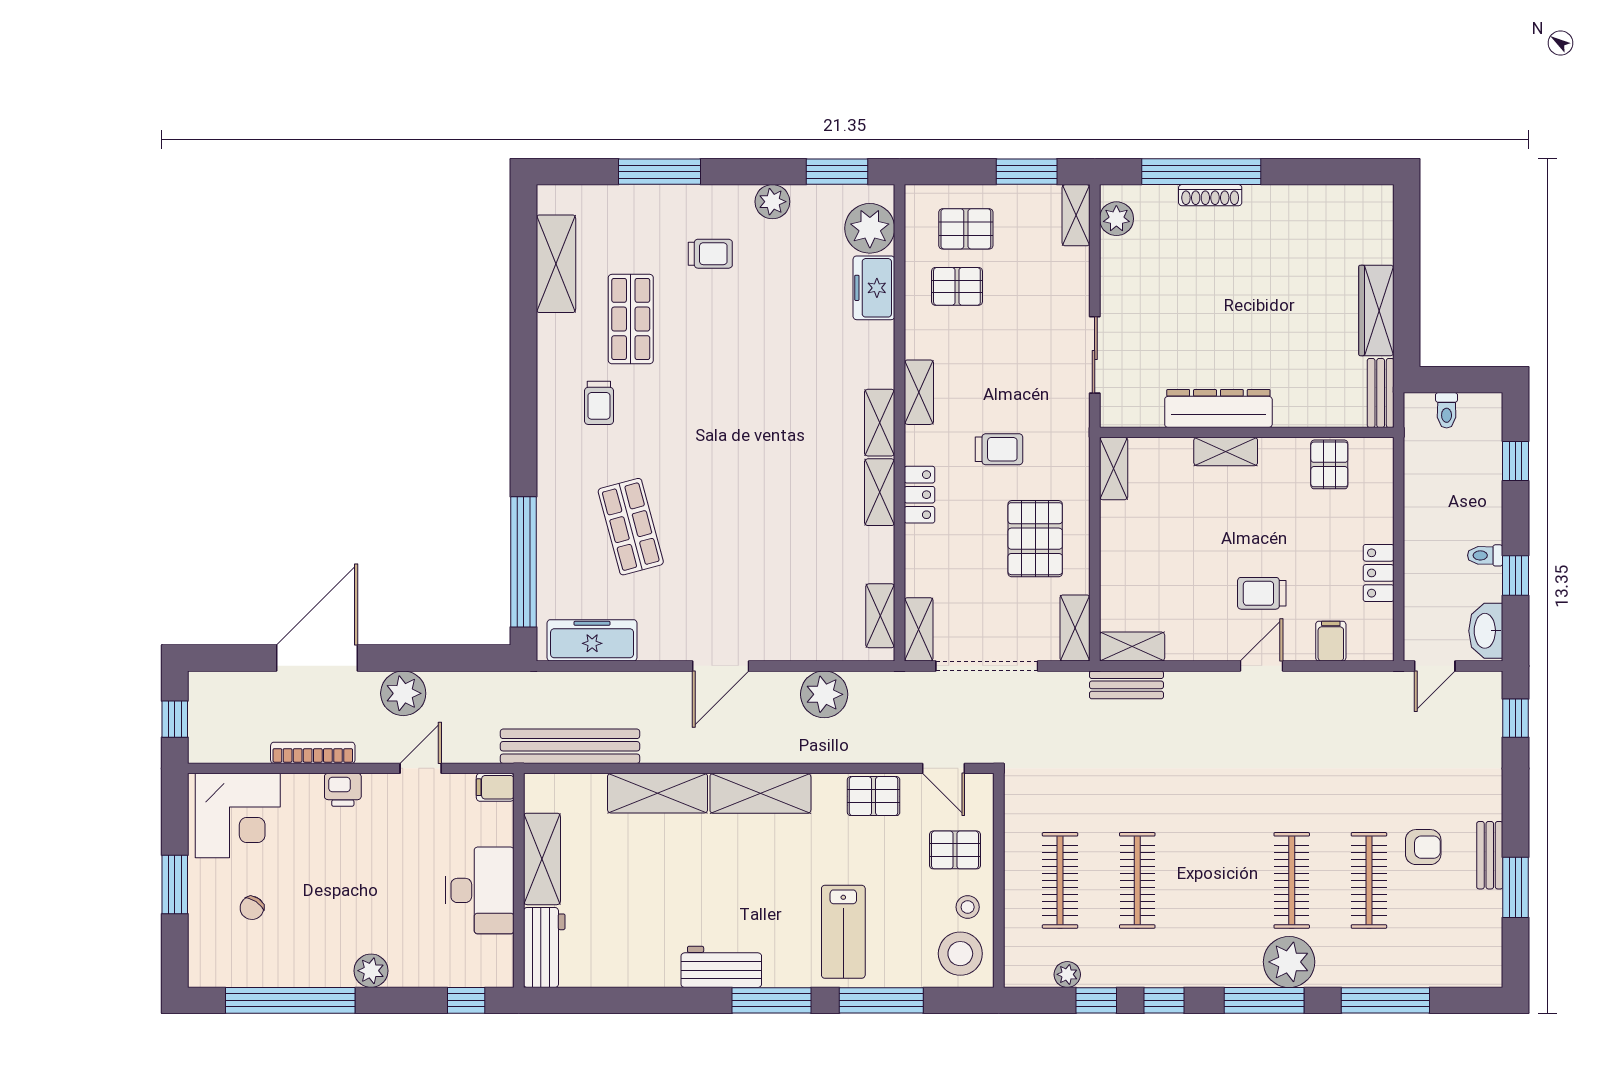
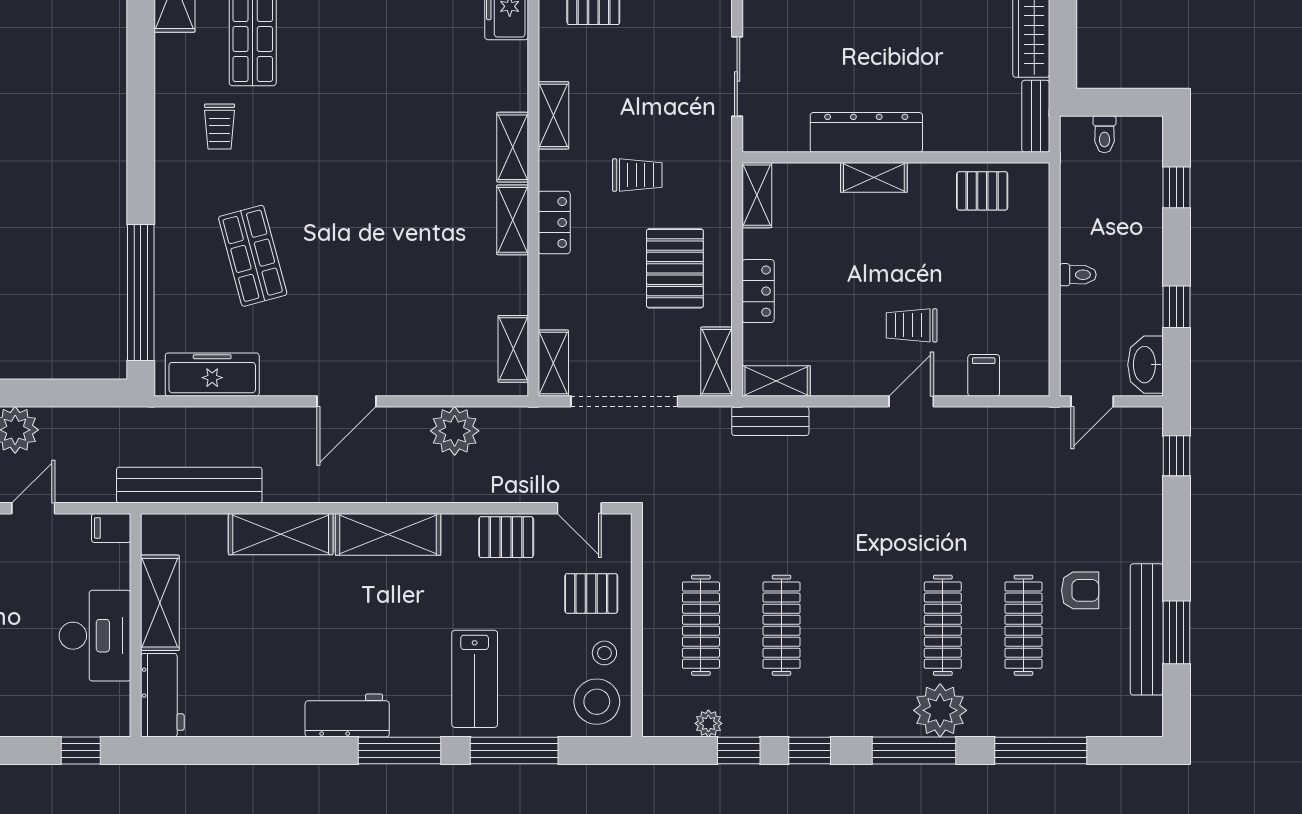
pallet: (1329, 464) -> (982, 191), turned 90
toilet: (1485, 555) -> (1078, 275), moved, turned 180
locker: (1379, 573) -> (758, 291), moved, turned 180
bench: (1490, 855) -> (1147, 629), width x1.86, depth x1.21

